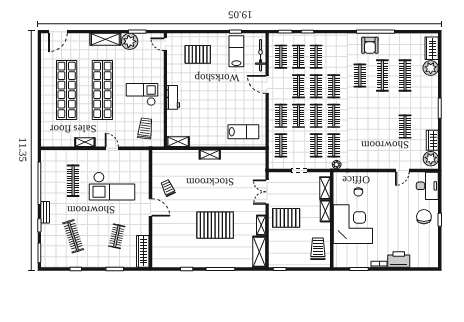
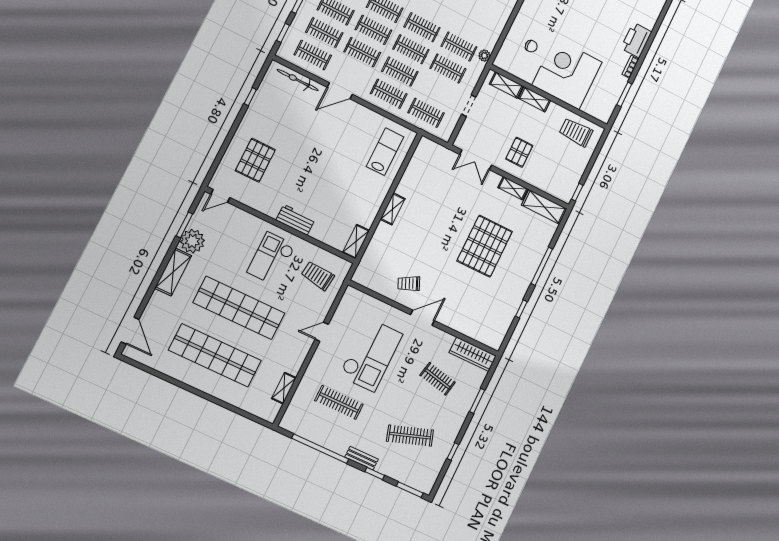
lab bench: (236, 51) -> (277, 108), removed
shelving: (85, 142) -> (284, 388), moved
pallet: (286, 218) -> (519, 152), width x0.67, depth x0.71

